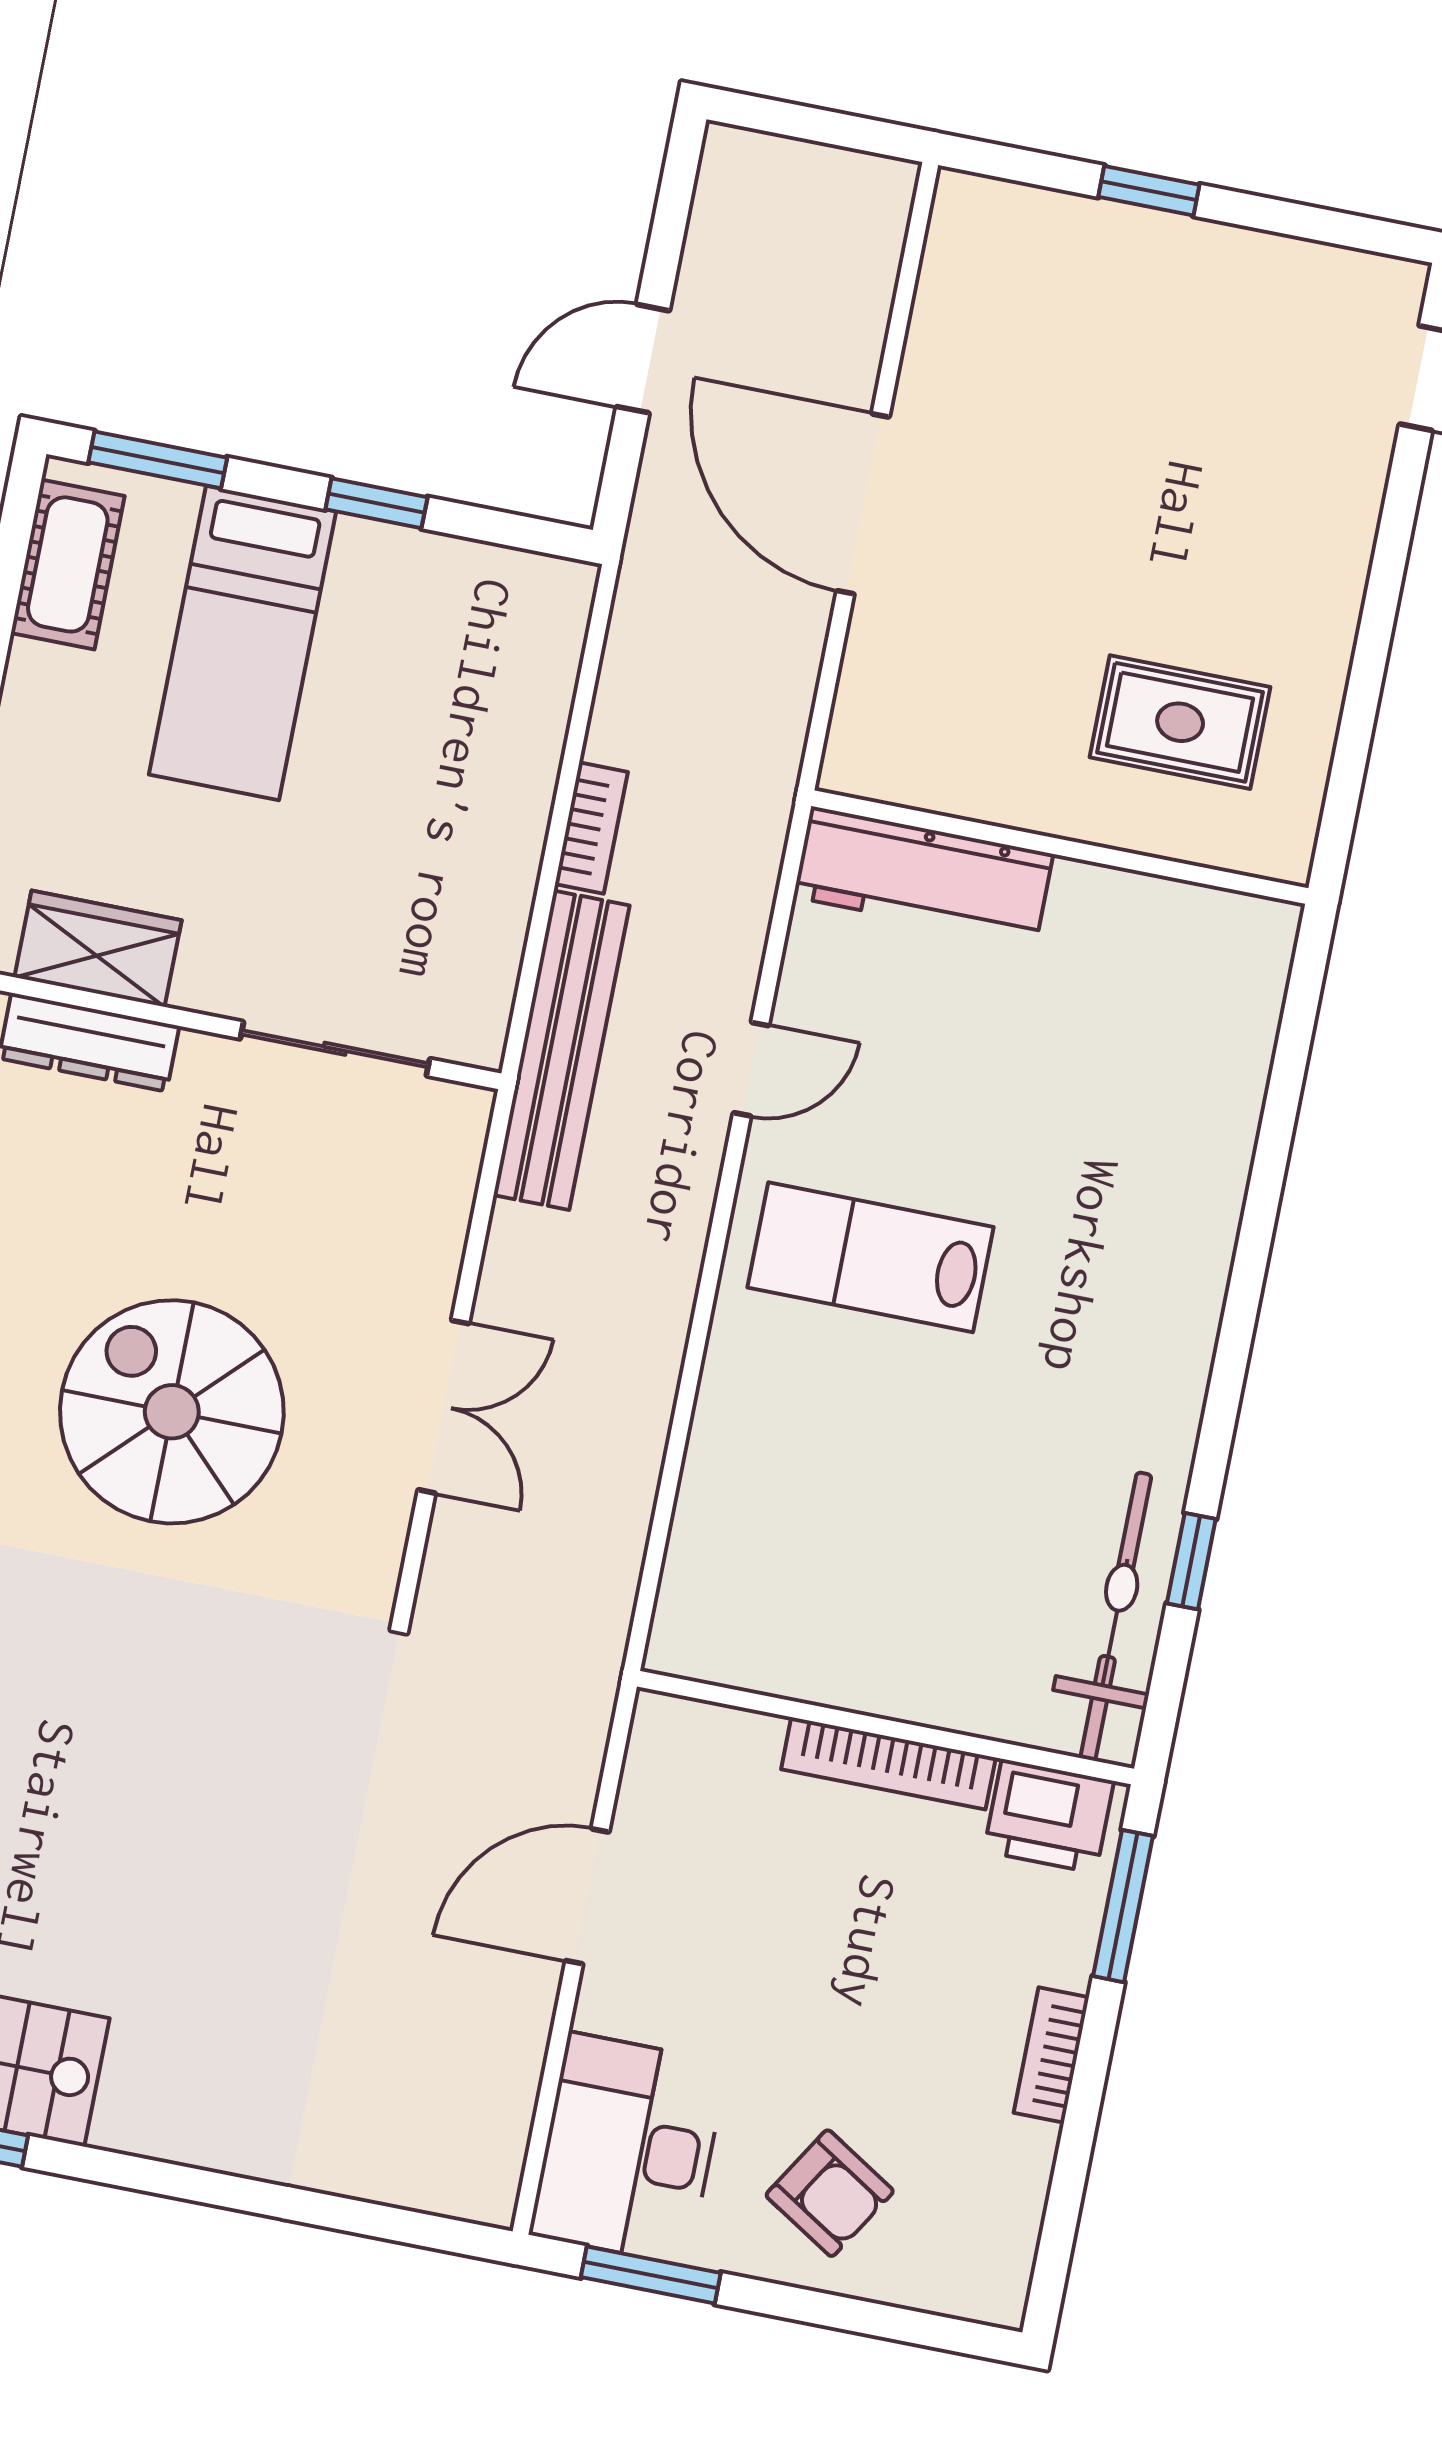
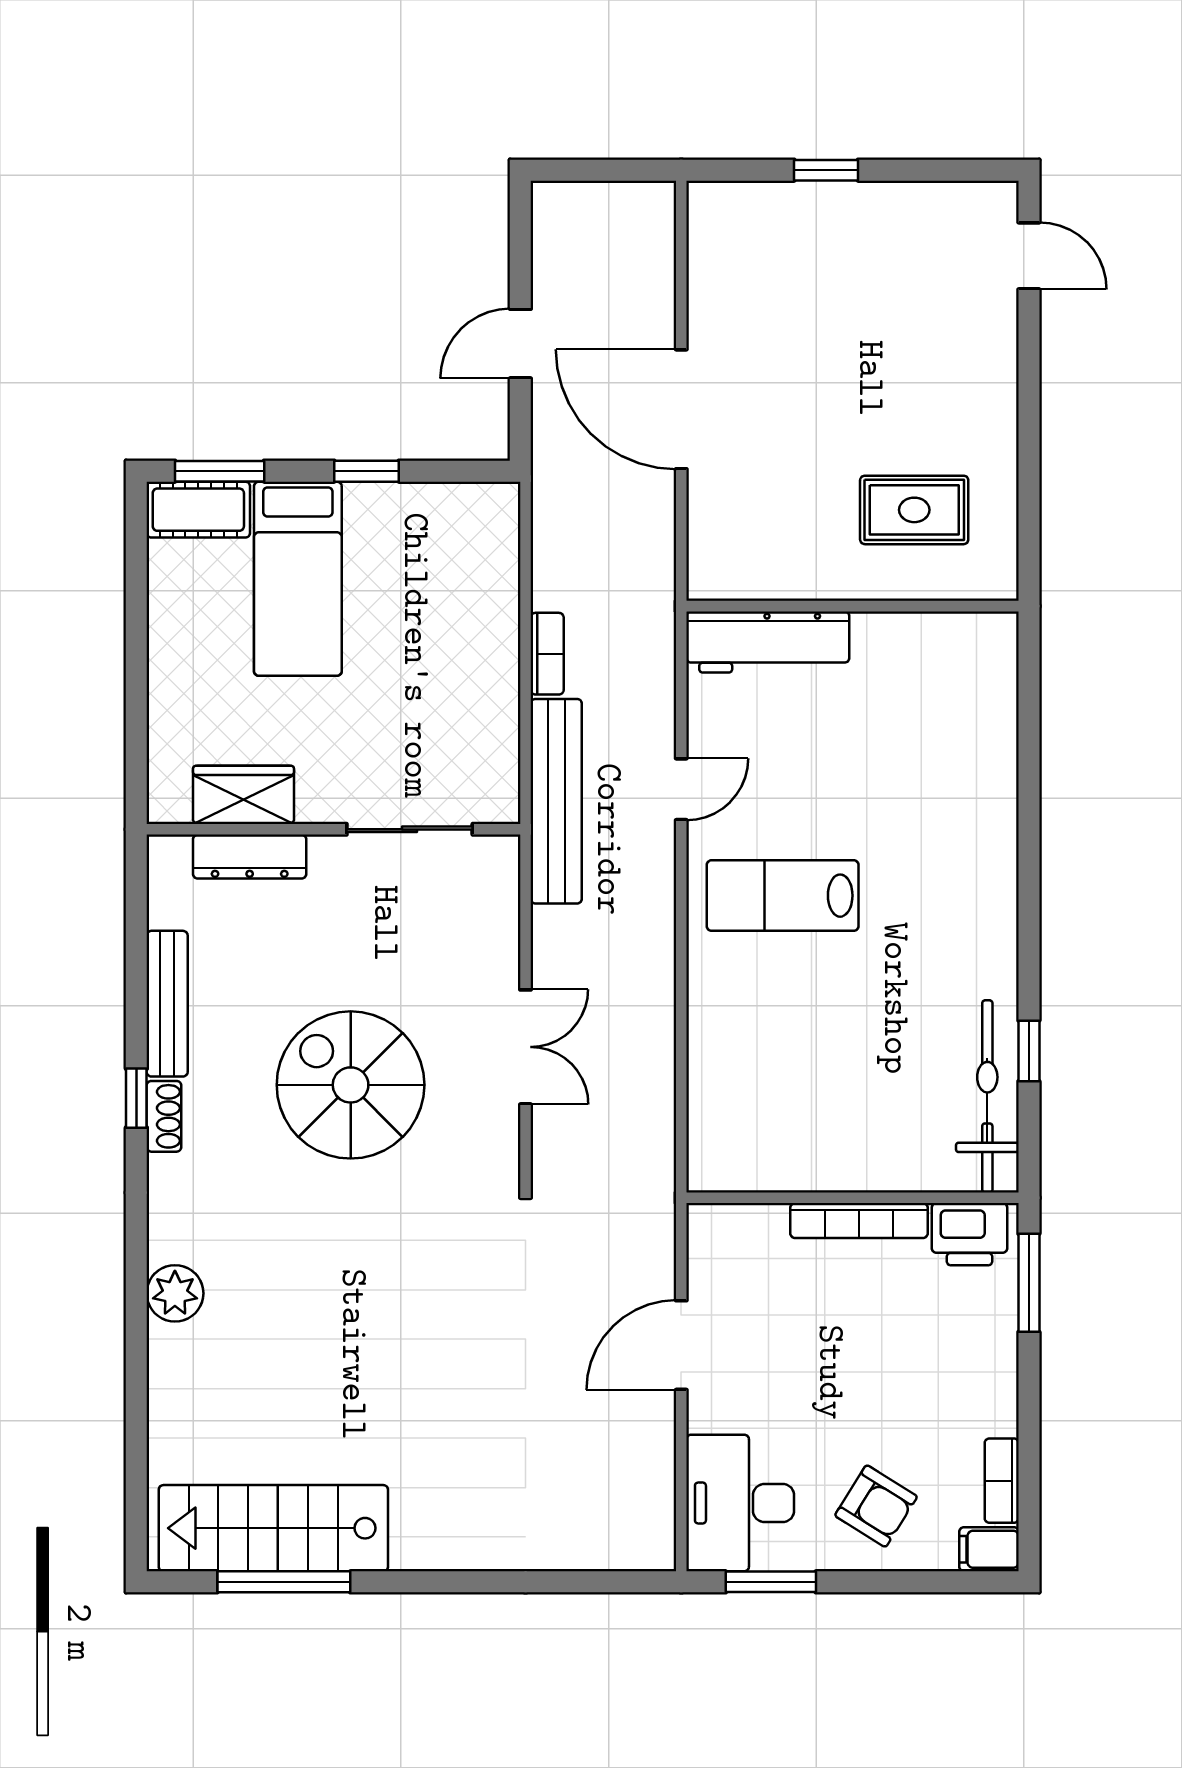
cot: (68, 564) -> (198, 510), moved, turned 90
bookcase: (1051, 2055) -> (1002, 1481), moved
filing cabinet: (985, 2291) -> (989, 1549), added

